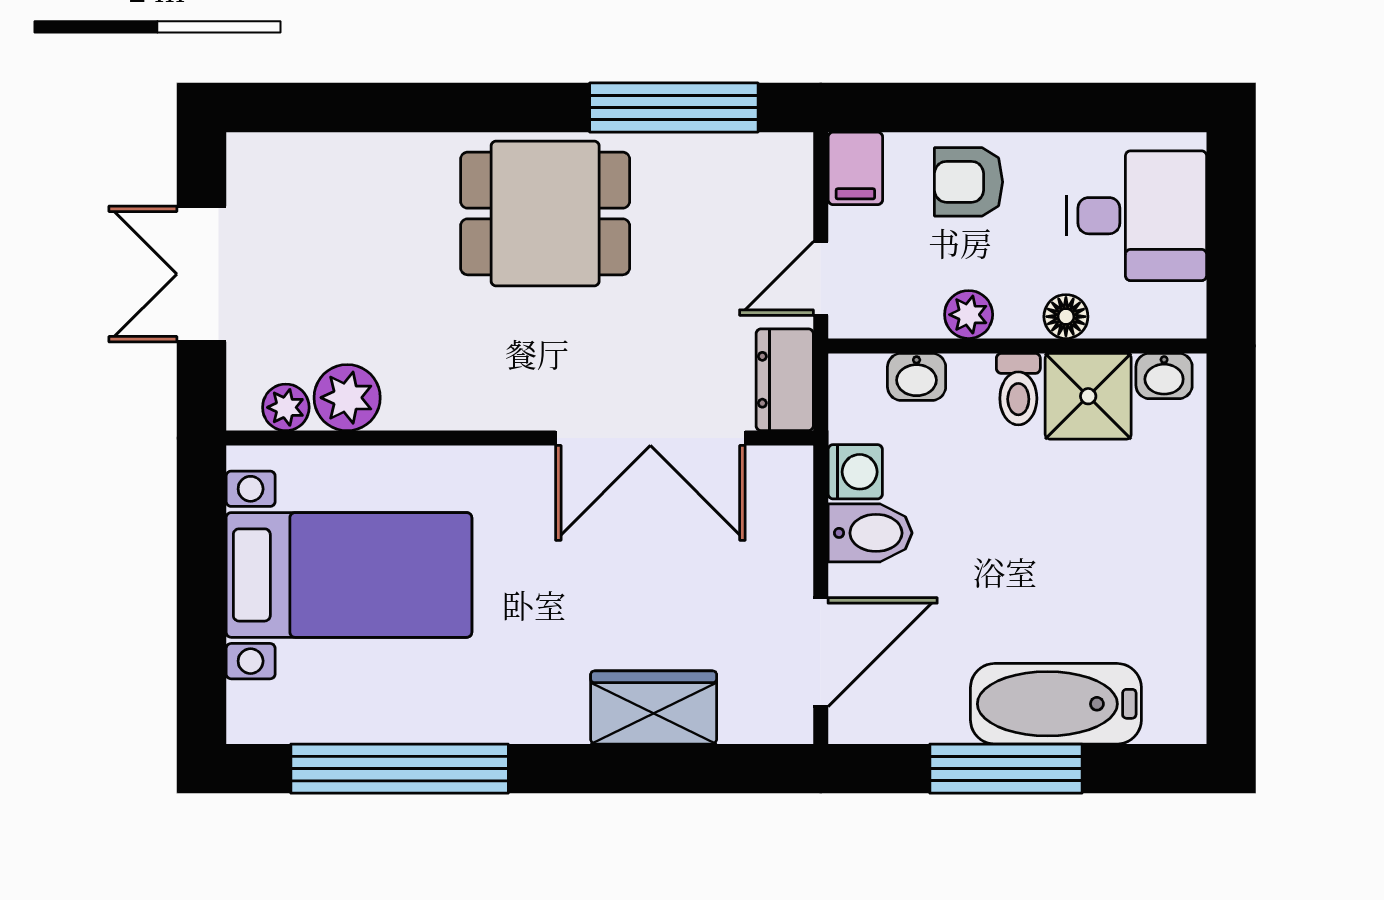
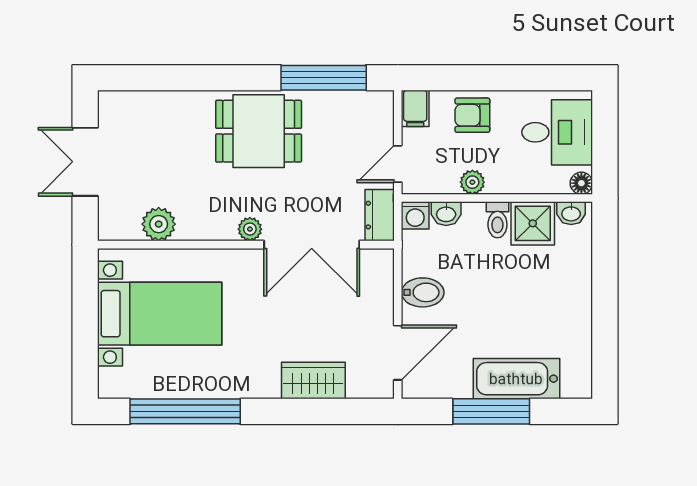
floor lamp: (1066, 317) -> (581, 183), moved
plant: (286, 407) -> (250, 229), moved
washing machine: (855, 472) -> (415, 215), moved, turned 90

